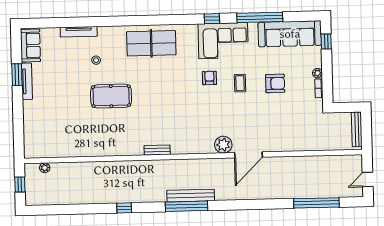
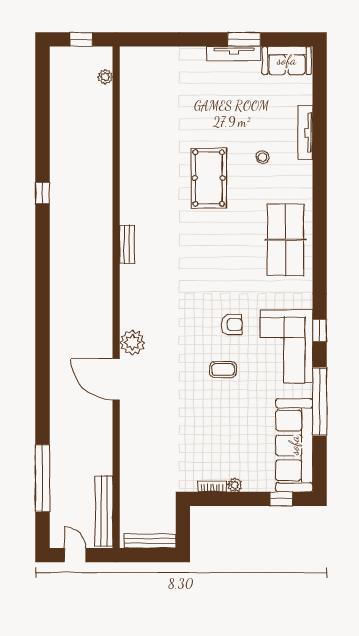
armchair: (275, 83) -> (221, 422), removed
bench: (191, 196) -> (104, 511), moved
window: (186, 206) -> (43, 286), removed

